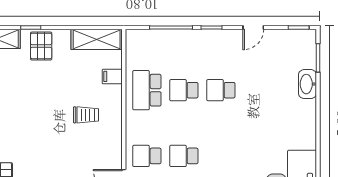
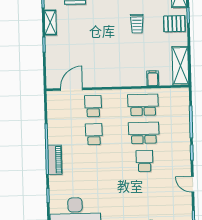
school desk: (184, 90) -> (144, 133), width x1.85
trolley: (86, 115) -> (137, 24), moved

